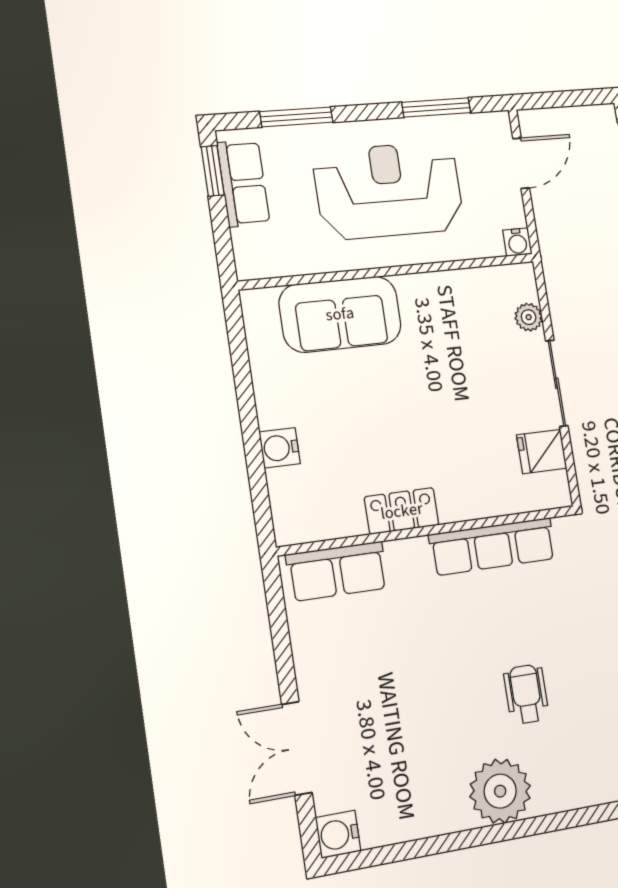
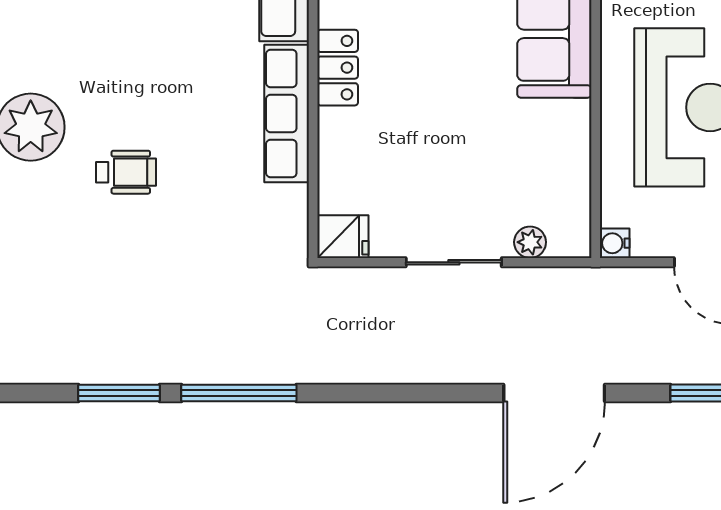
fridge: (542, 452) -> (343, 237), moved, turned 90
row of seats: (493, 547) -> (287, 113), moved

